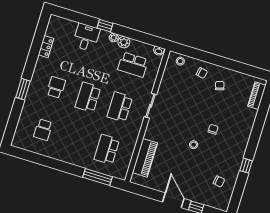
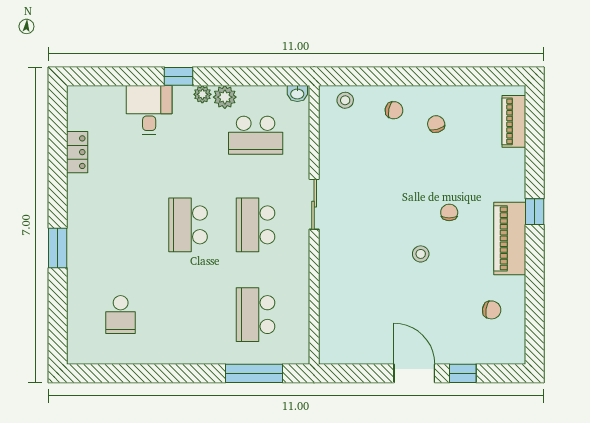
school desk: (56, 87) -> (121, 225), removed
piano: (145, 158) -> (510, 238), moved, turned 180
window: (246, 166) -> (535, 212), moved

